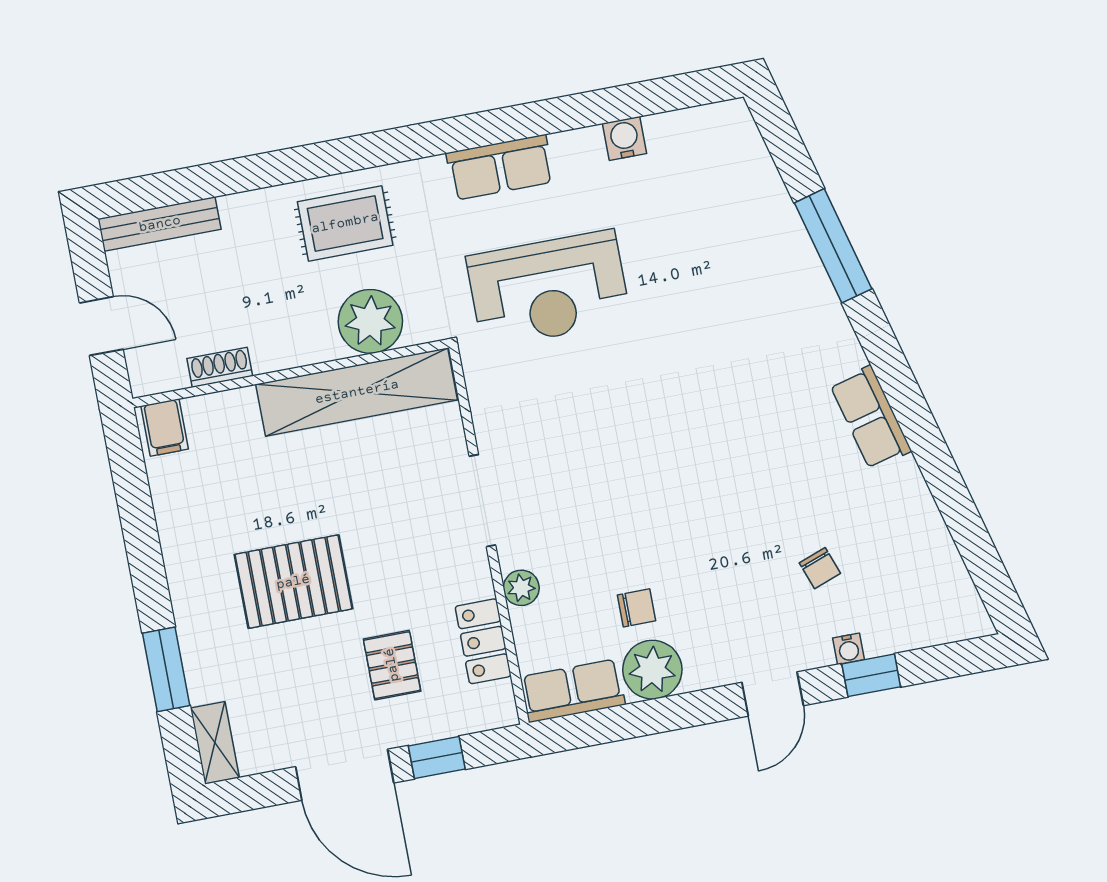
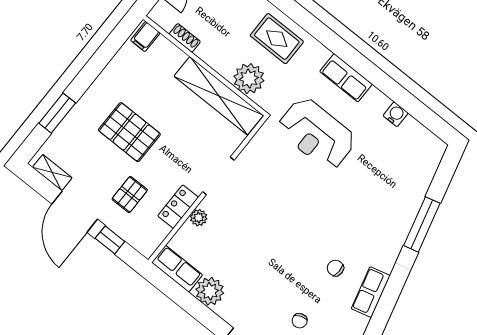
chair: (636, 608) -> (335, 268), moved, turned 180
locker: (483, 641) -> (178, 207), moved
shelving: (215, 743) -> (52, 173), moved, turned 90

